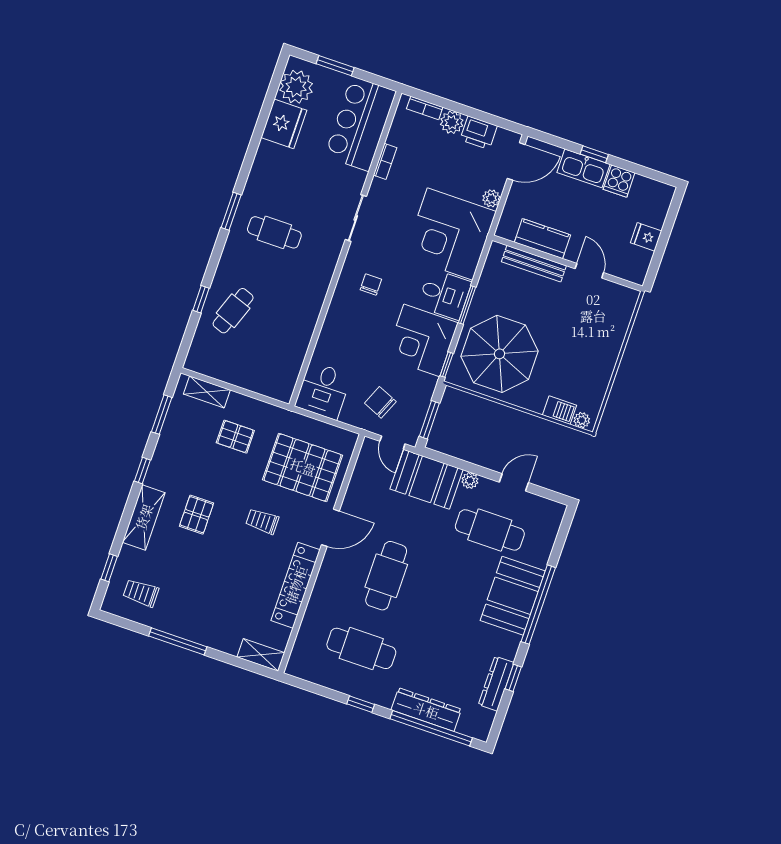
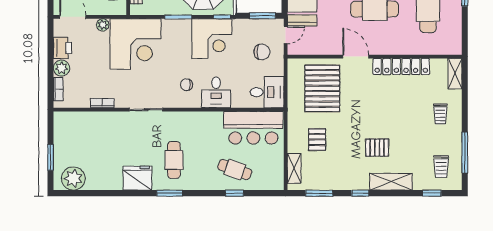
fridge: (284, 124) -> (137, 178), moved
bar counter: (360, 124) -> (253, 128), moved
desk: (444, 294) -> (216, 92), moved, turned 180
chair: (380, 402) -> (262, 52), turned -113
trolley: (262, 521) -> (440, 114), moved
window: (178, 641) -> (465, 153), moved

